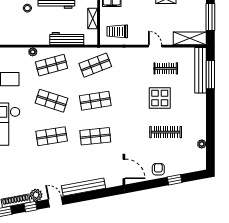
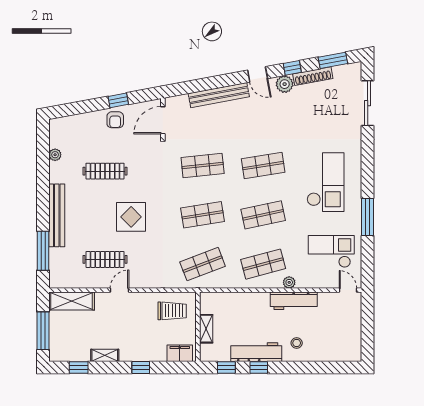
workbench: (67, 39) -> (294, 301), moved
door: (155, 46) -> (120, 290), swing flipped
clothes rail: (166, 68) -> (105, 259), width x1.36
bench: (200, 70) -> (57, 215), moved
display table: (160, 98) -> (131, 217), moved
shop shelf: (52, 101) -> (263, 215), turned -30
door: (124, 169) -> (163, 120), hinge flipped
window: (175, 180) -> (118, 100), moved

